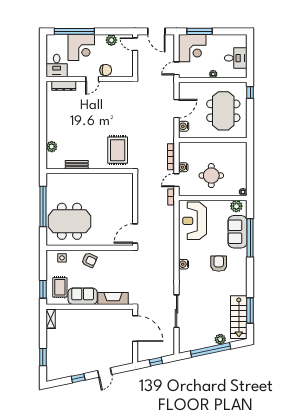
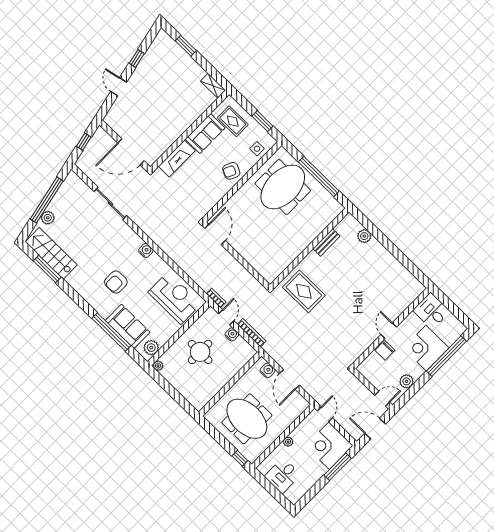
dresser: (64, 86) -> (407, 300), removed
armchair: (219, 264) -> (116, 282), turned 90
window: (43, 289) -> (262, 121), moved

